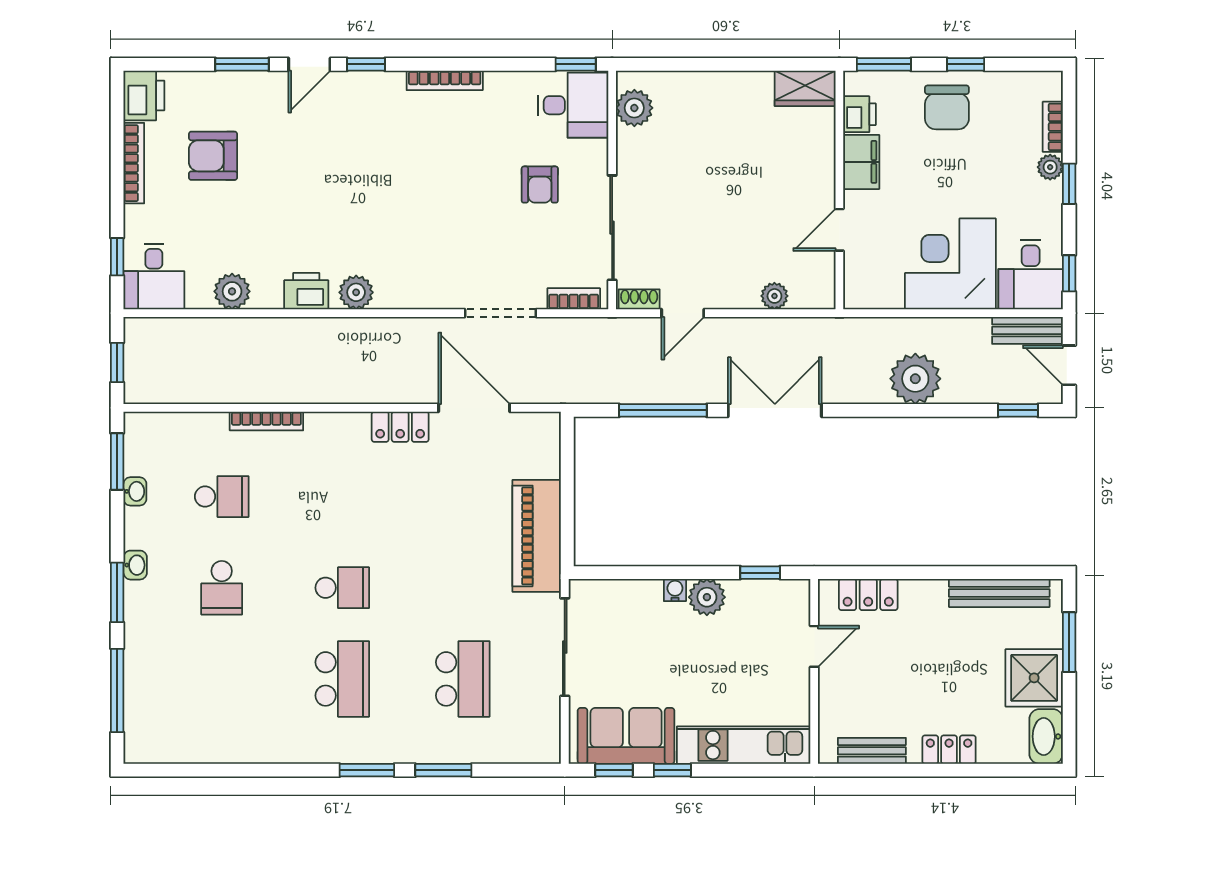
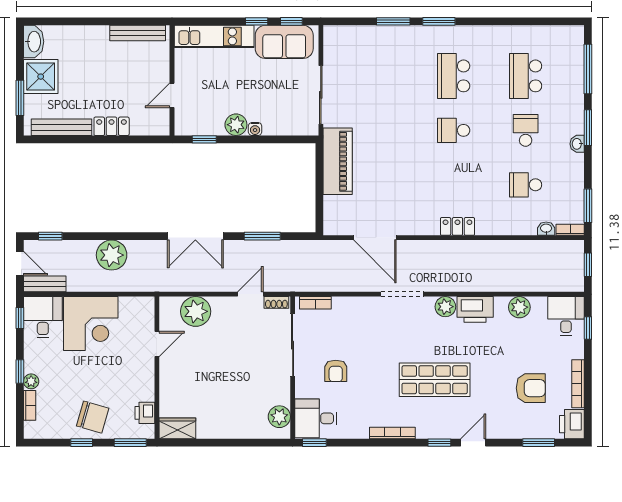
window: (242, 64) -> (539, 443), moved
chair: (947, 107) -> (93, 417), turned 106
filing cabinet: (861, 162) -> (144, 384), removed
shop shelf: (374, 170) -> (435, 380), added
armchair: (540, 185) -> (336, 371), turned 180
printer: (306, 291) -> (475, 309), width x1.37, depth x1.19
plant: (774, 296) -> (196, 311), width x1.88, depth x1.88
doorway: (500, 313) -> (402, 294), moved
window: (663, 410) -> (262, 236), width x0.69
bookcase: (266, 421) -> (570, 230), moved, width x0.64
locker: (400, 427) -> (457, 226), moved
washbasin: (135, 491) -> (546, 229), moved, turned 90
locker: (868, 595) -> (112, 126), moved
school desk: (463, 679) -> (526, 76), moved
locker: (949, 750) -> (91, 34), removed
bench: (872, 751) -> (138, 33), width x1.36

